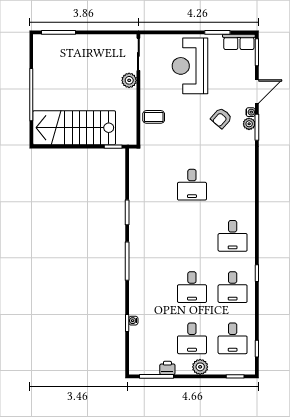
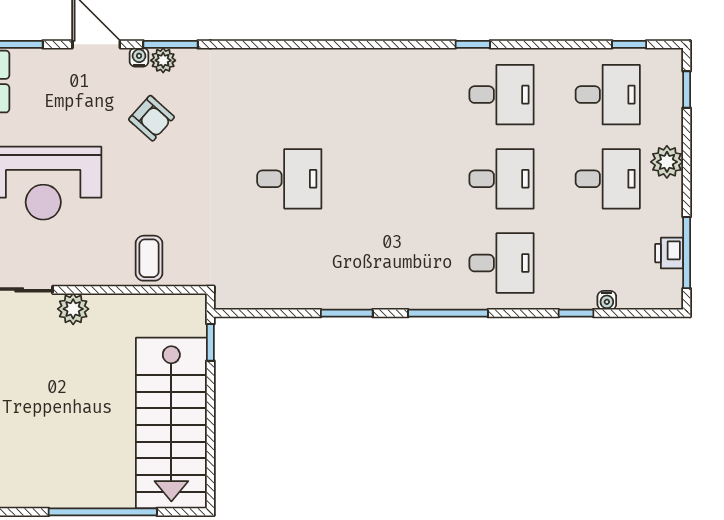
desk: (233, 236) -> (502, 263), moved
water cooler: (133, 321) -> (607, 300), moved
printer: (167, 368) -> (669, 253), moved

